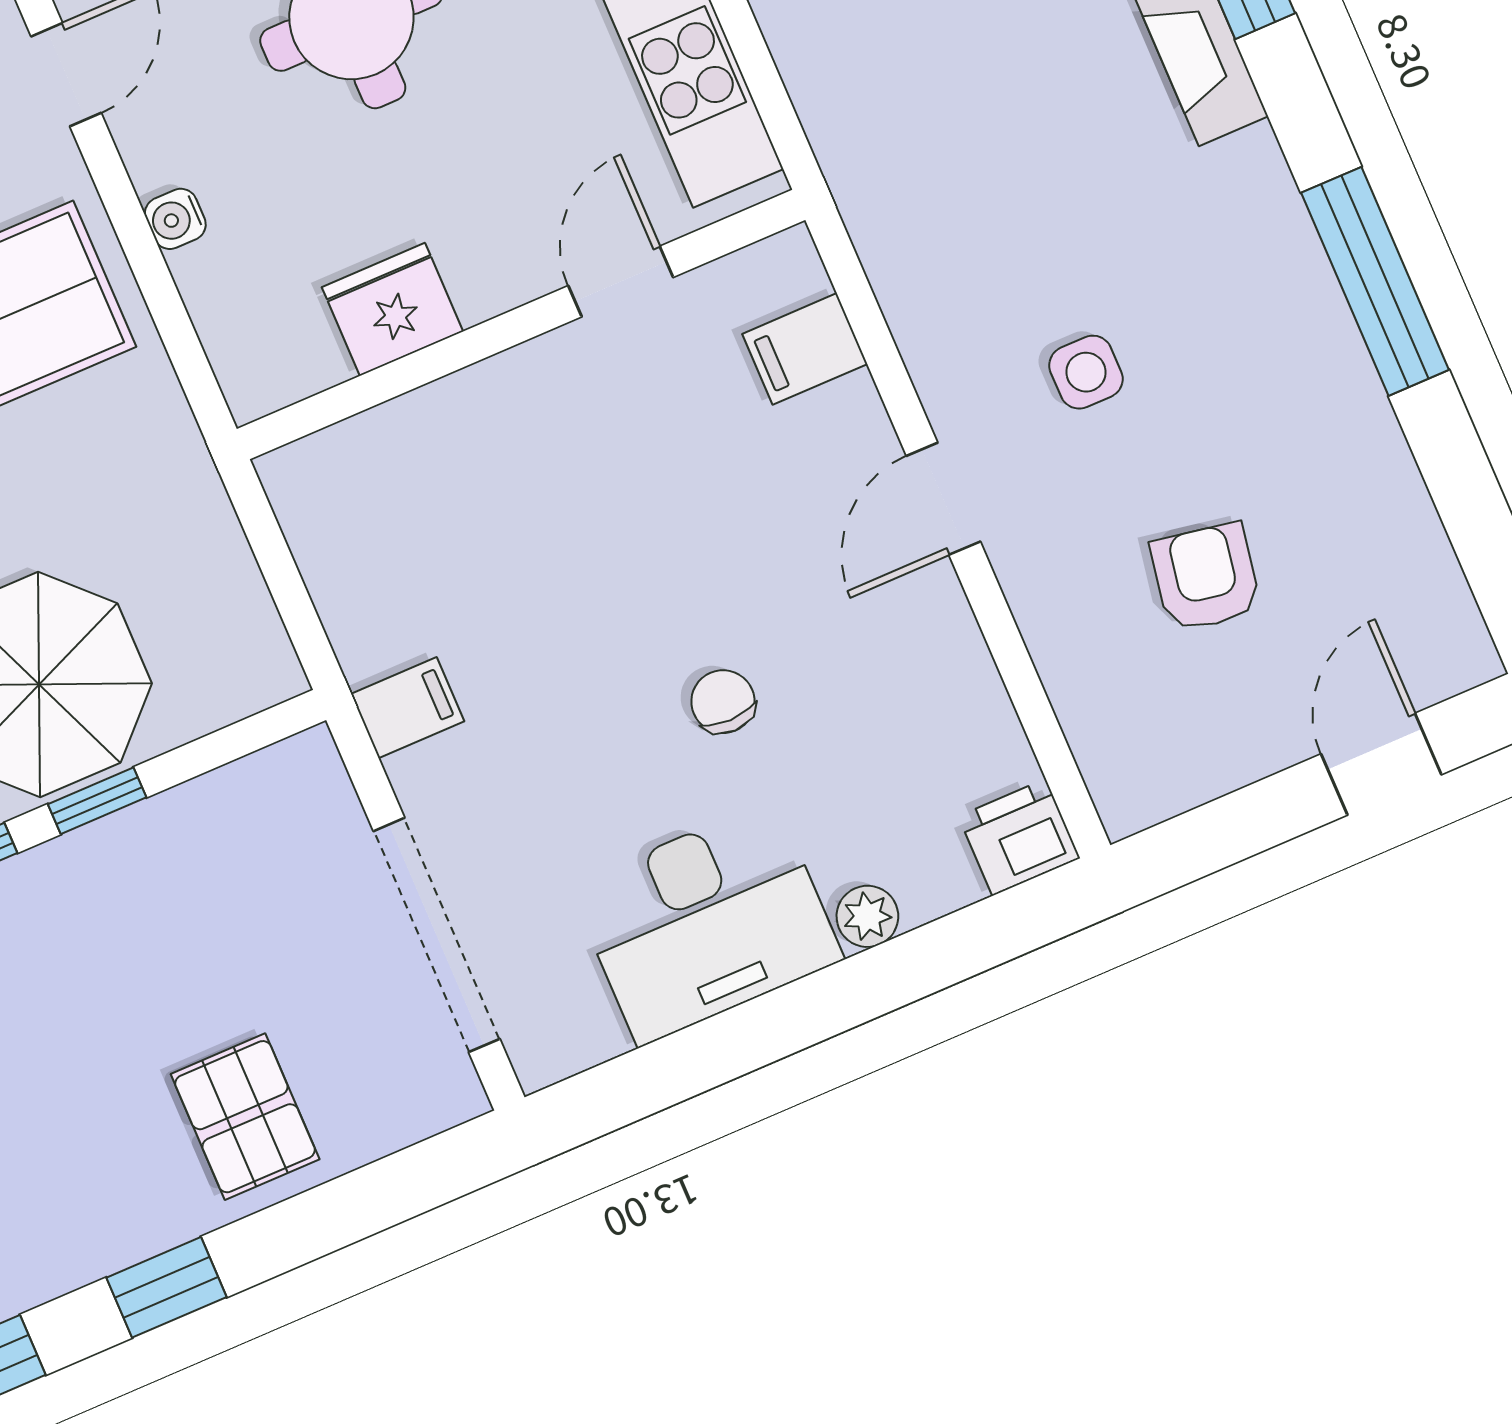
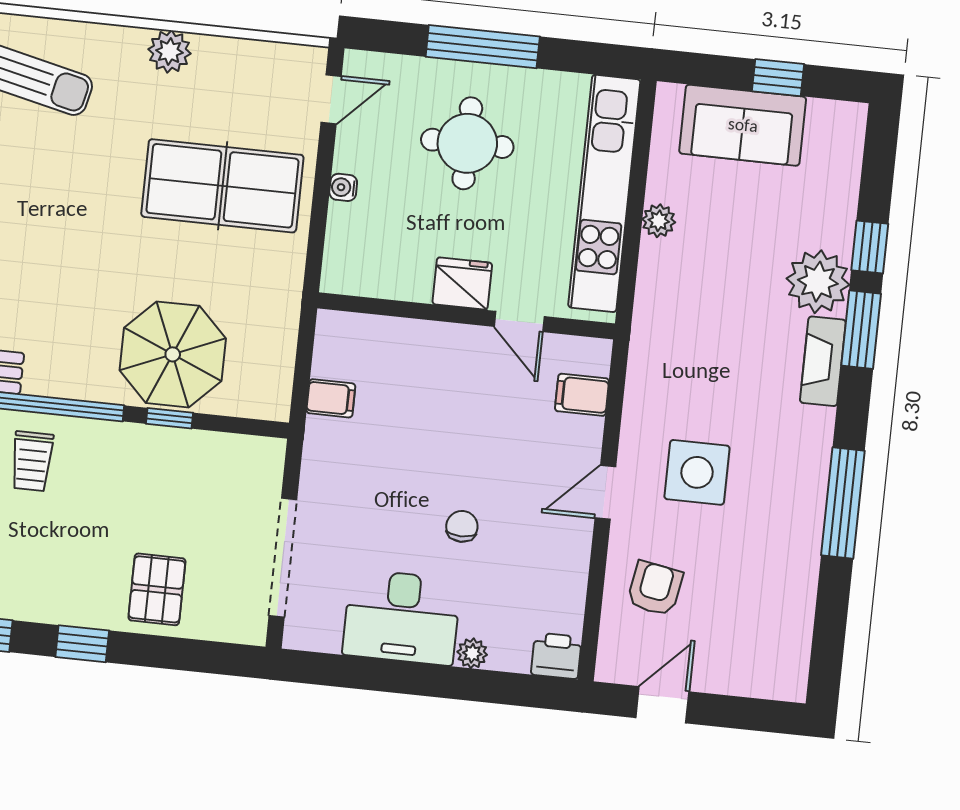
door: (621, 281) -> (519, 321), swing flipped
fridge: (392, 309) -> (462, 283), moved
side table: (1086, 372) -> (697, 472), width x1.87, depth x1.87
armchair: (1206, 577) -> (655, 588), moved
filing cabinet: (407, 708) -> (331, 398), moved
door: (1381, 764) -> (662, 705), moved

